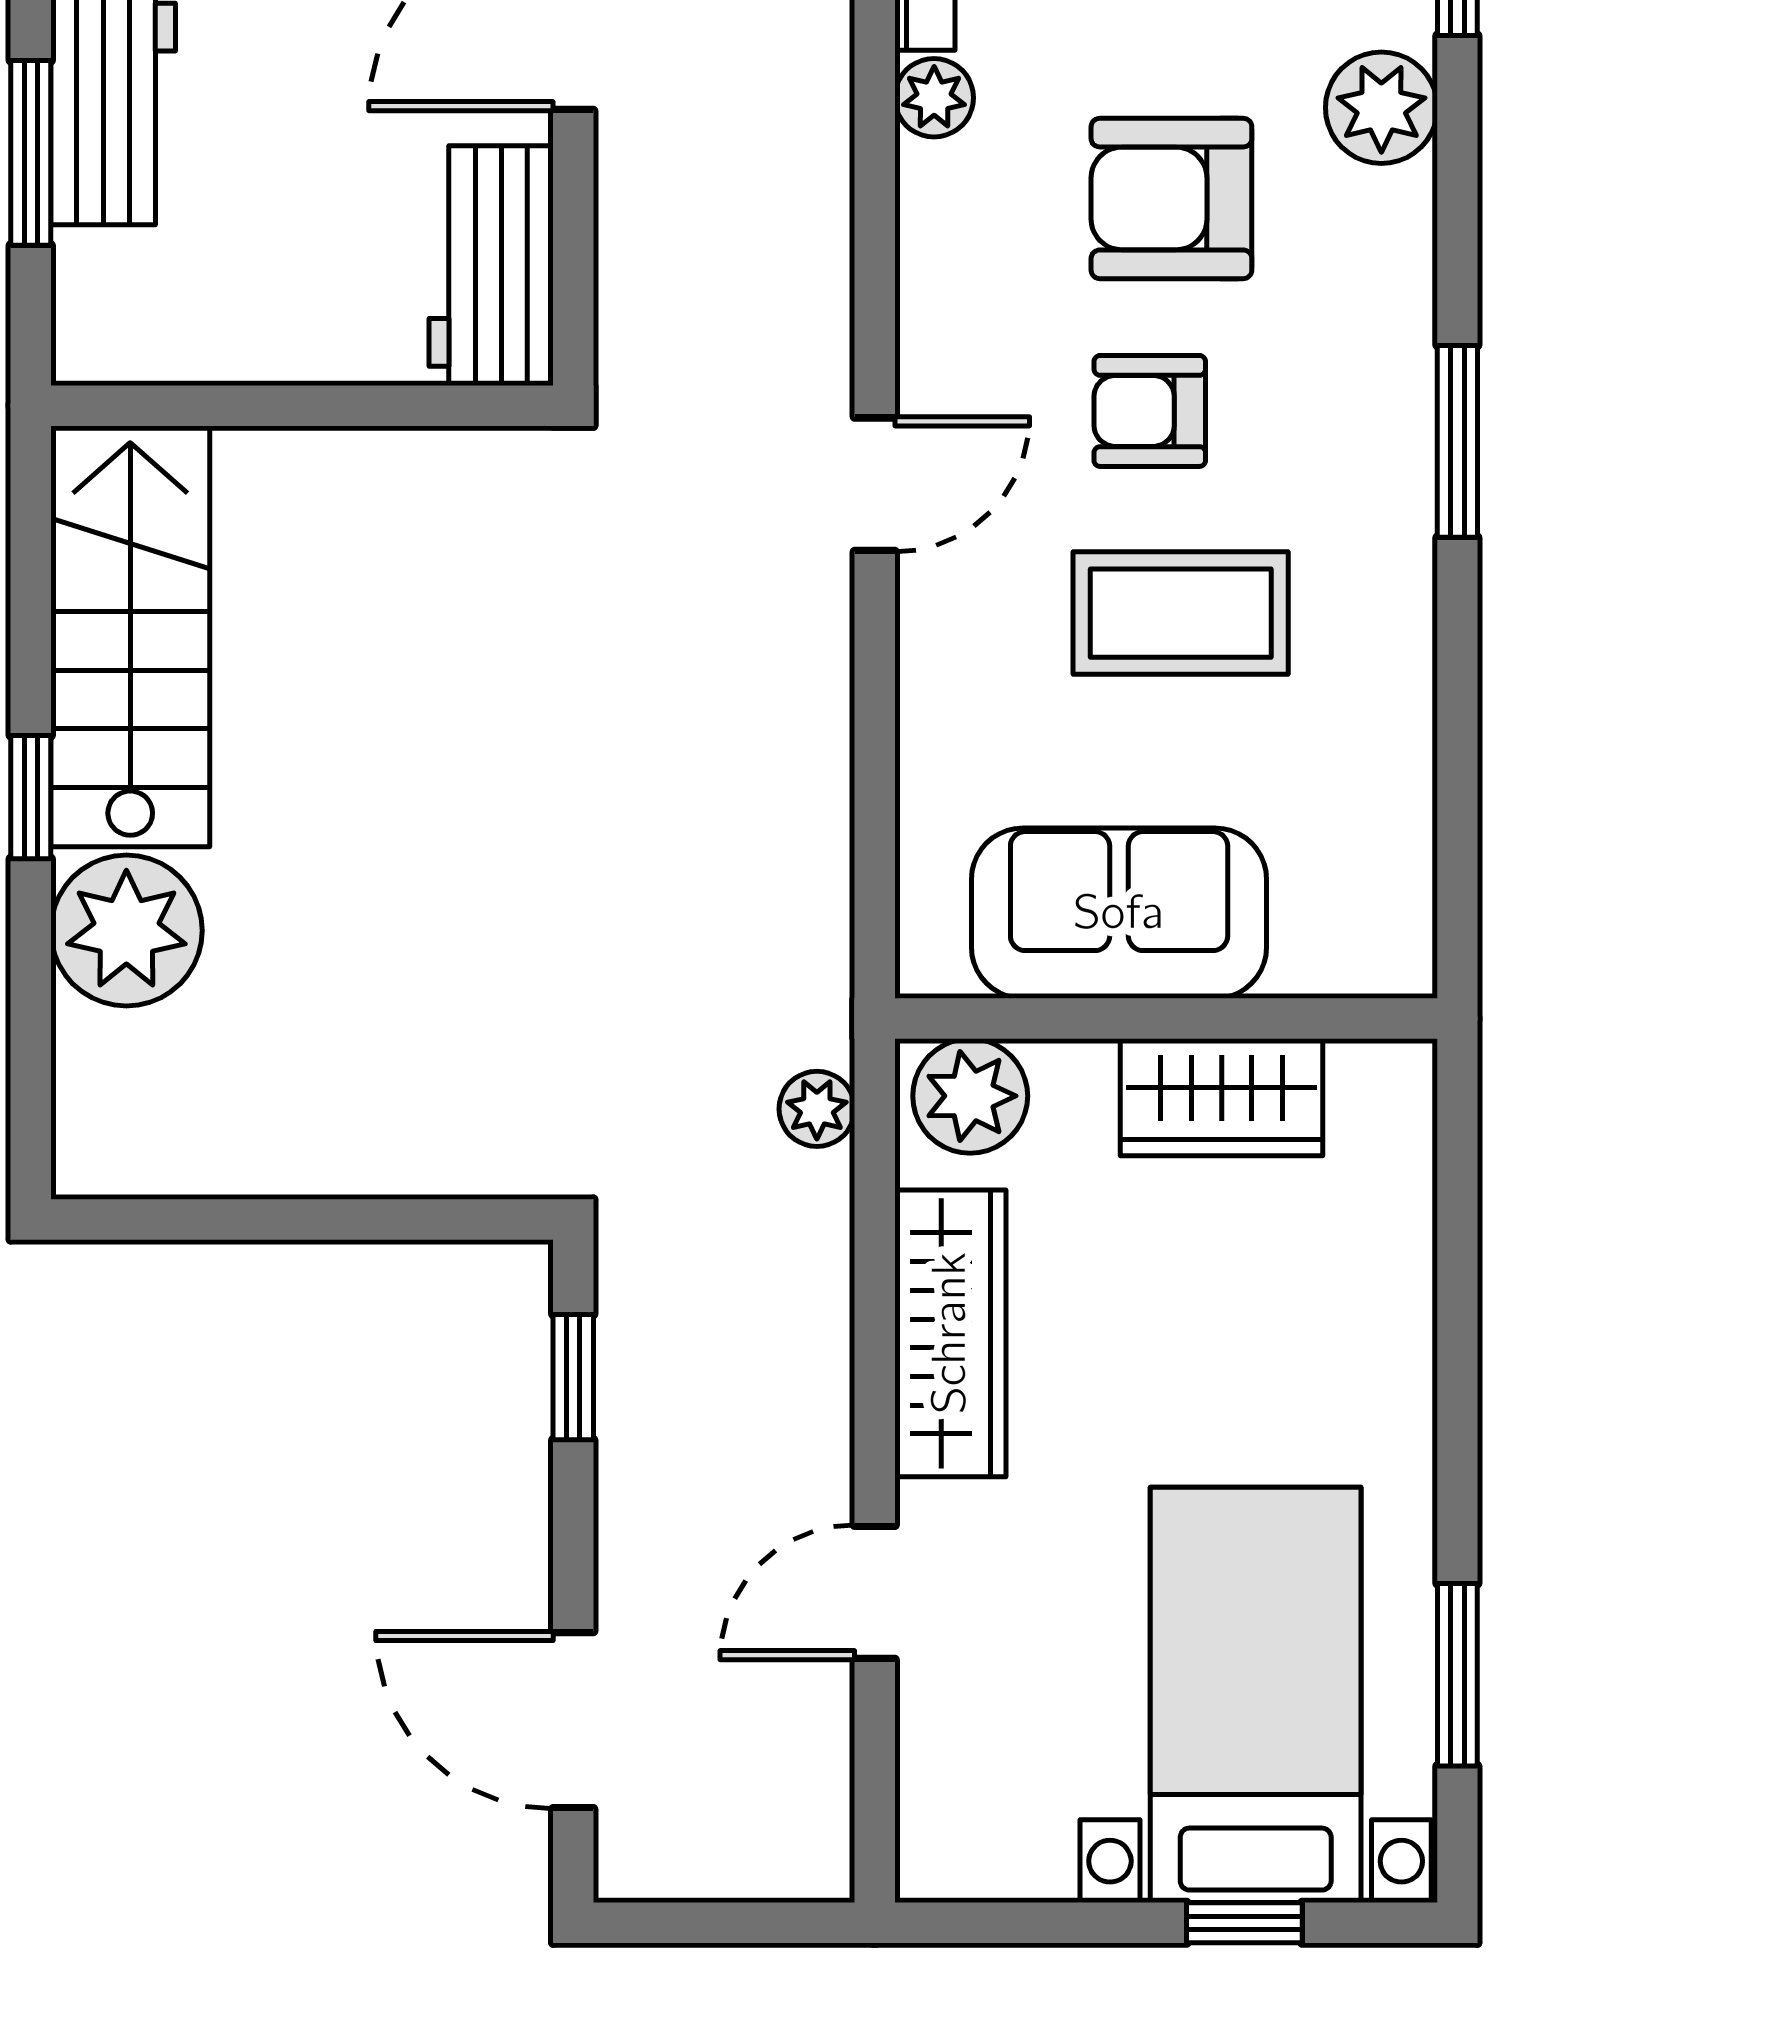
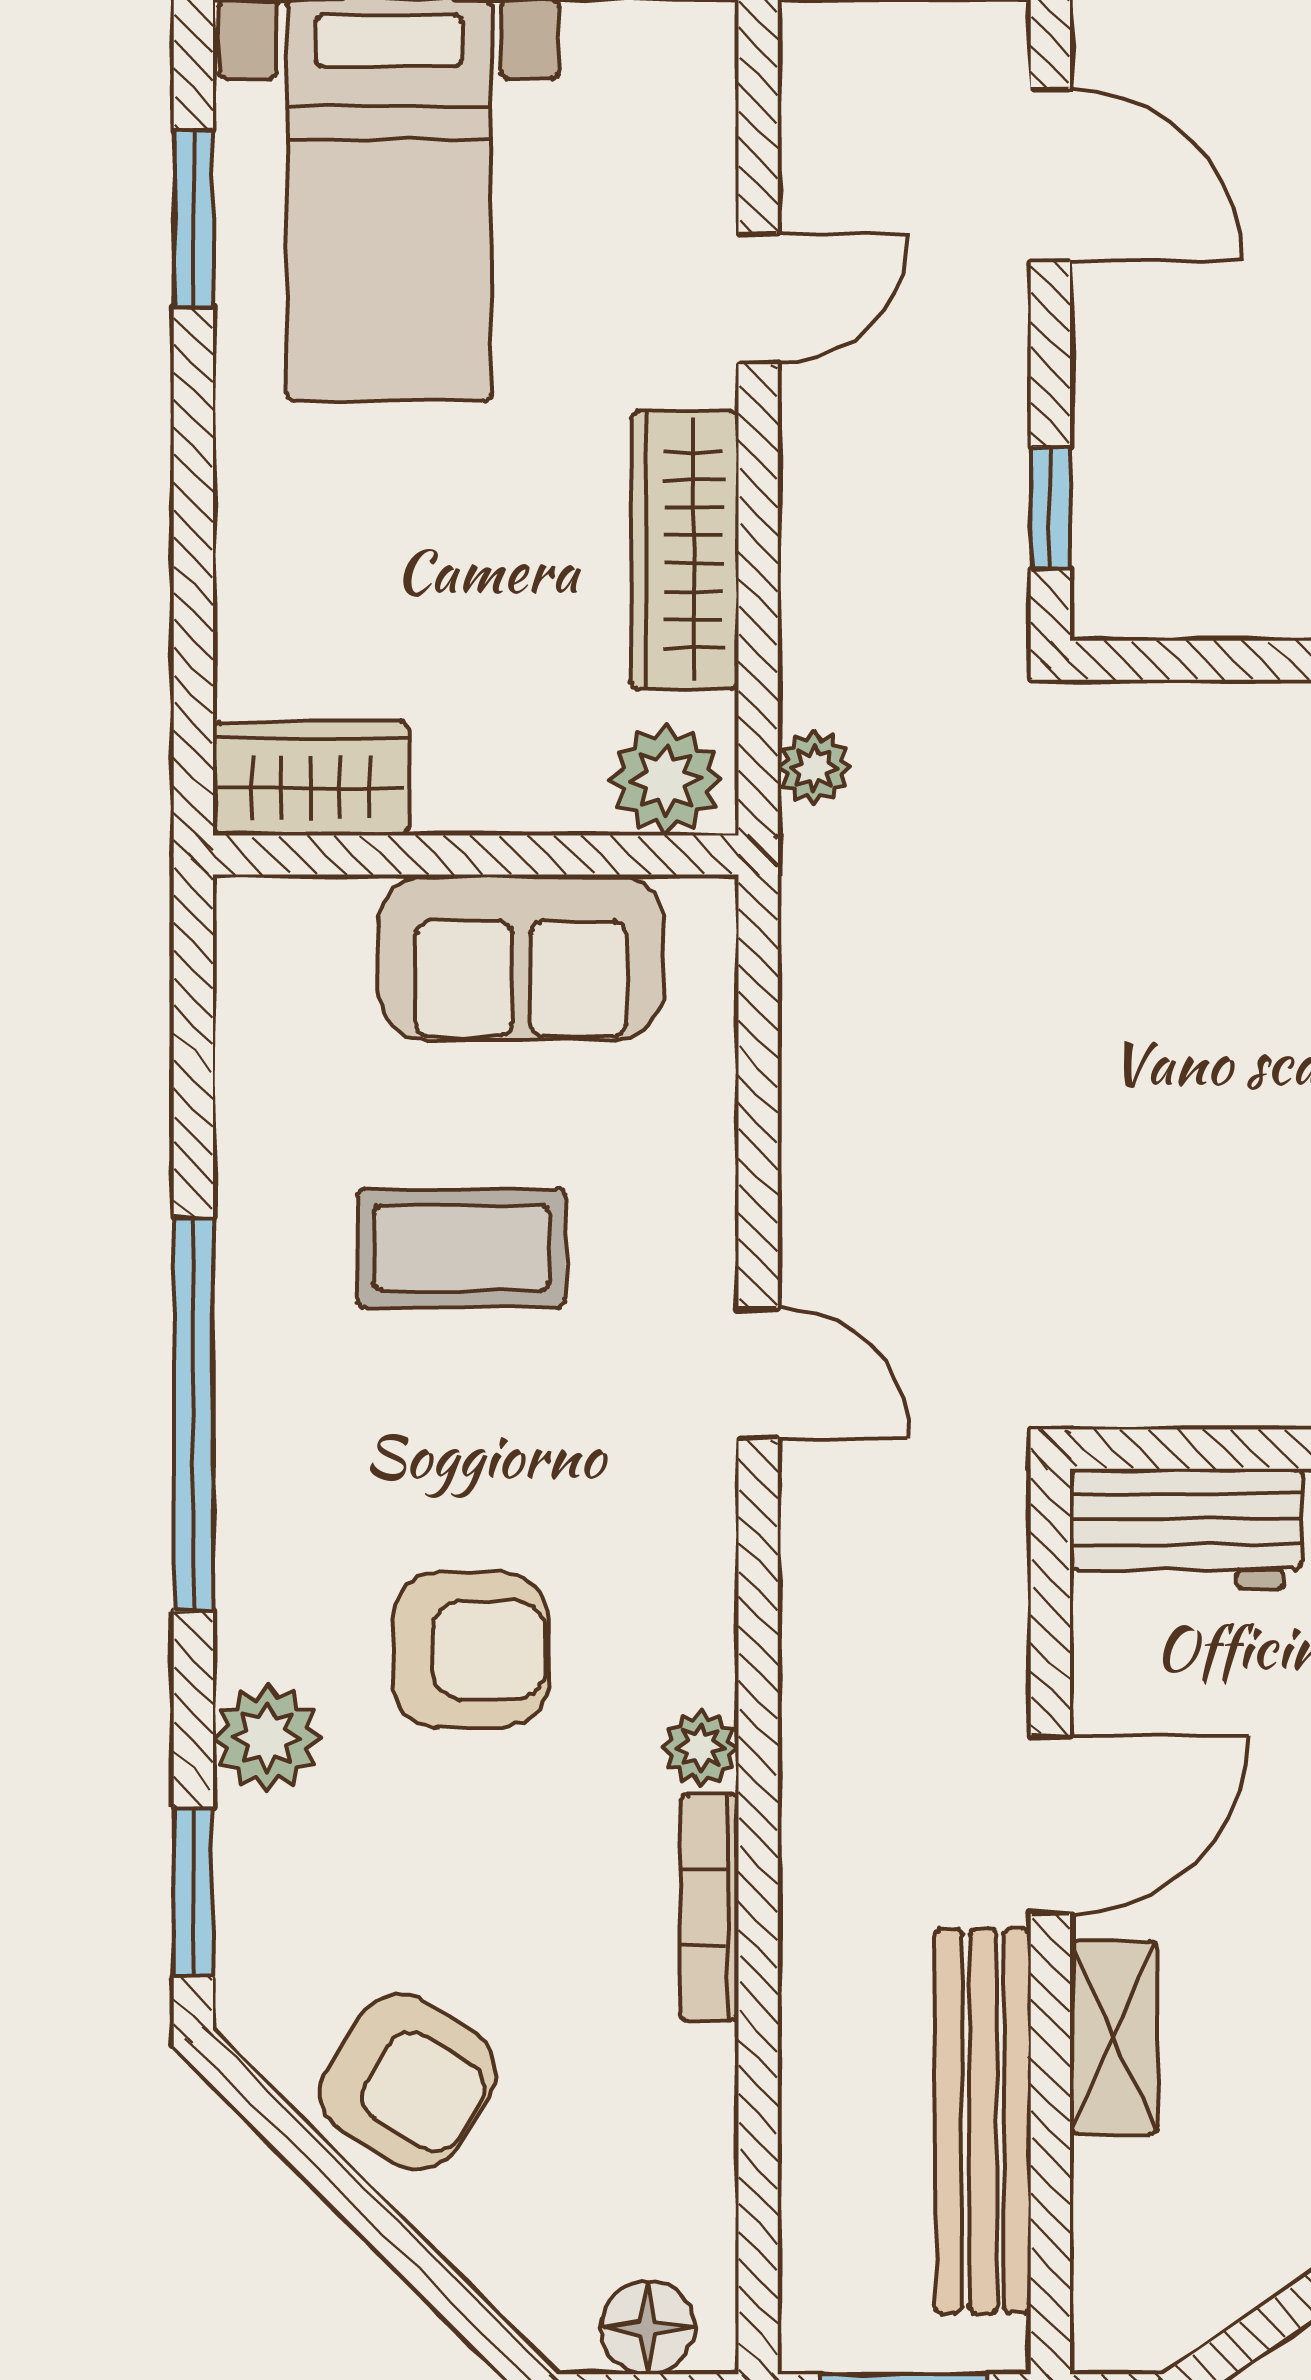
workbench: (491, 266) -> (1186, 1529), moved, turned 90
armchair: (1150, 411) -> (492, 1444), removed
window: (1457, 441) -> (193, 1415), width x2.11
door: (875, 484) -> (758, 1373), swing flipped
wardrobe: (1222, 1097) -> (311, 779), moved

